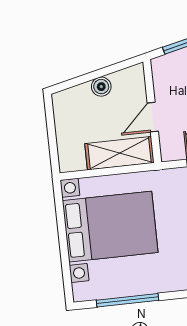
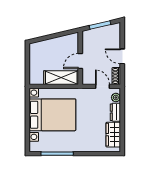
boiler: (101, 87) -> (55, 42), removed

